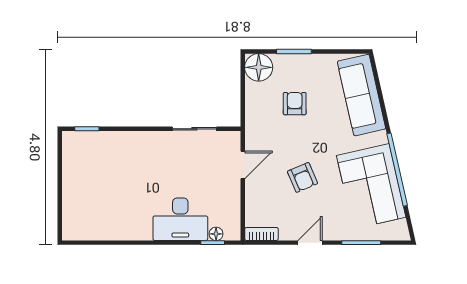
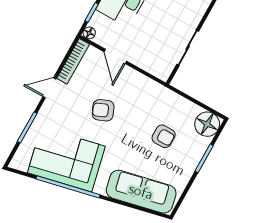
door: (243, 165) -> (115, 56), moved
floor lamp: (216, 234) -> (89, 33), moved
bookcase: (261, 234) -> (73, 61), width x1.56
door: (310, 243) -> (49, 88), swing flipped

